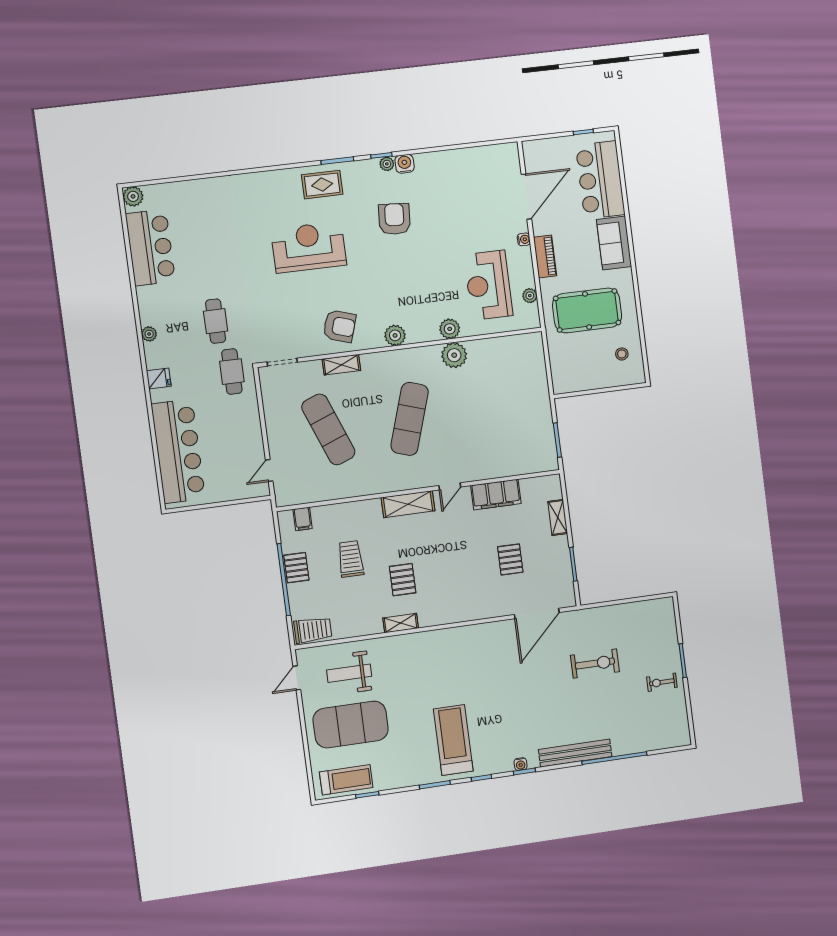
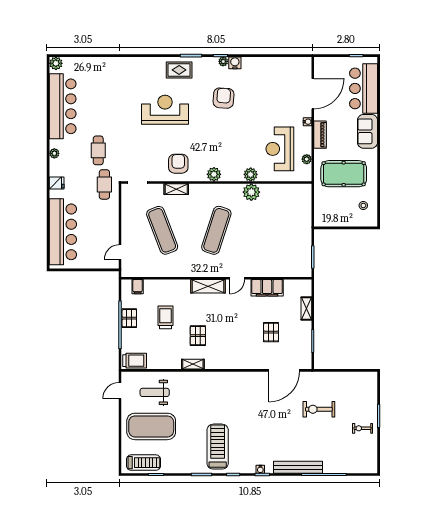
bar counter: (150, 248) -> (63, 106), width x1.36
armchair: (339, 326) -> (178, 164), turned -108
exercise bike: (595, 663) -> (319, 409), turned 180

